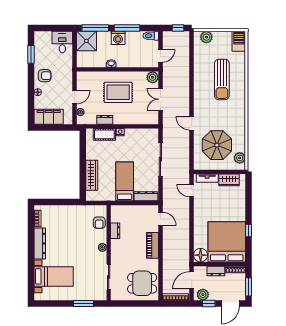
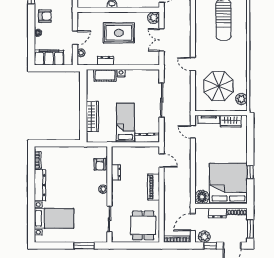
dining table: (142, 283) -> (143, 225), turned 90

